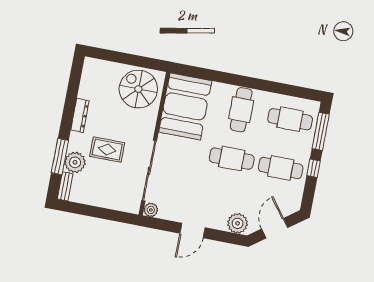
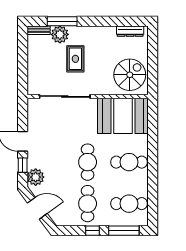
dresser: (80, 115) -> (130, 31), moved
cafe table: (290, 119) -> (129, 204), turned 90
plant: (151, 210) -> (33, 104), removed
window: (221, 236) -> (23, 165), added

